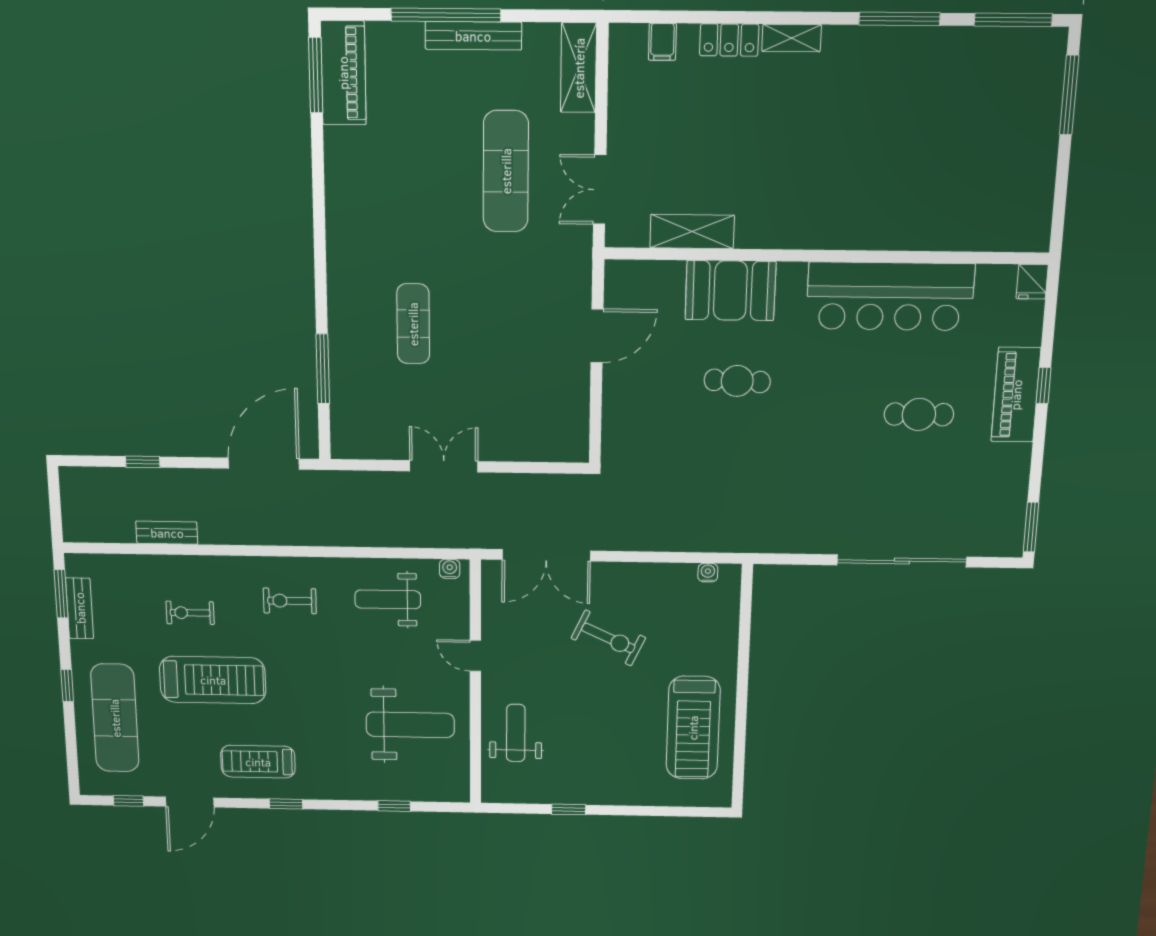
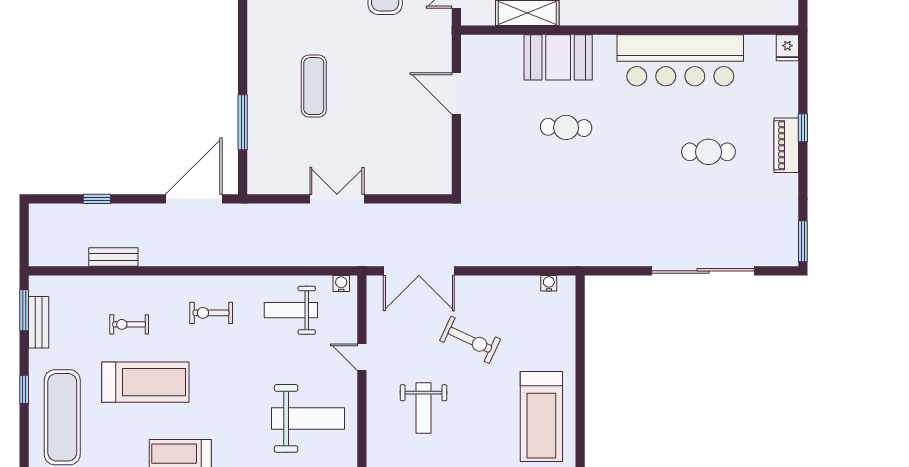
door: (597, 336) -> (456, 94), swing flipped
piano: (1016, 395) -> (786, 145), width x0.73, depth x0.75
weight bench: (516, 733) -> (424, 408), moved, turned 180

